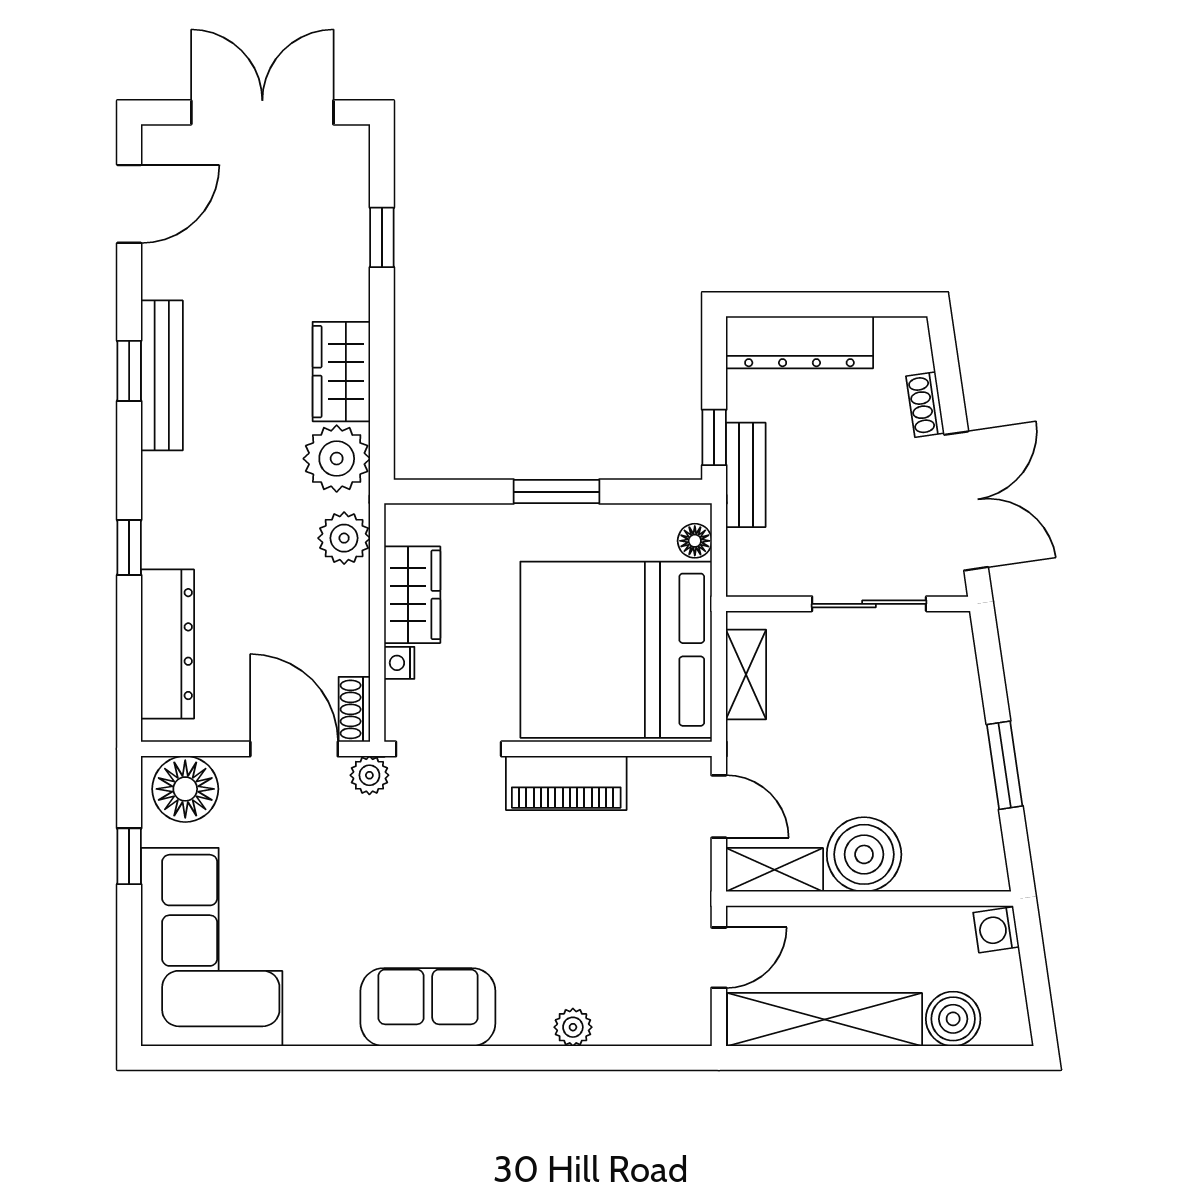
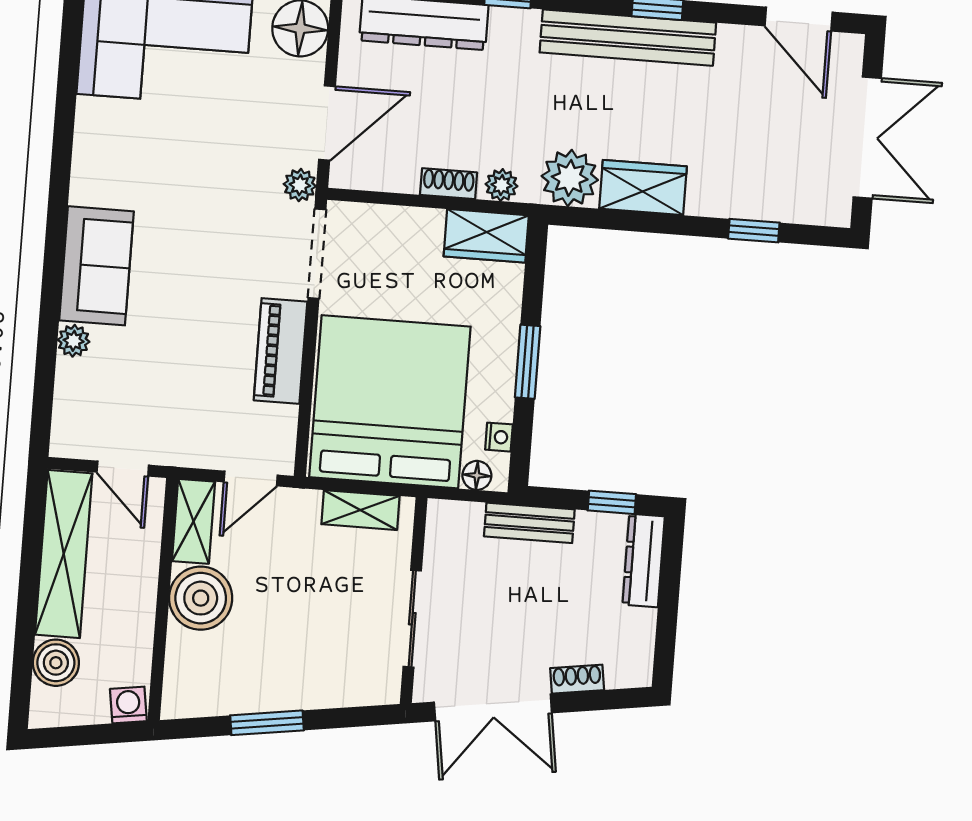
dresser: (799, 342) -> (644, 561), width x0.73, depth x0.80
bench: (162, 375) -> (628, 38), width x1.37, depth x1.21
window: (714, 437) -> (612, 502), moved
plant: (344, 538) -> (502, 185), width x0.73, depth x0.73
wardrobe: (412, 595) -> (486, 236), moved
nightstand: (399, 663) -> (499, 437), moved, turned 90
shoe rack: (354, 709) -> (449, 184), moved
sofa: (428, 1007) -> (96, 266), moved

